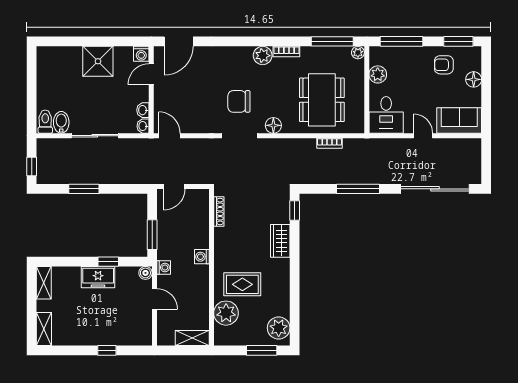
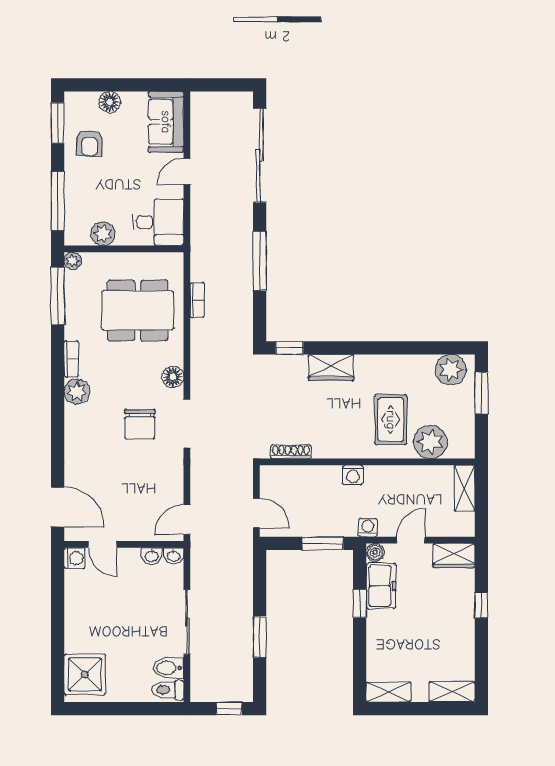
shower: (98, 61) -> (85, 674), moved
freezer: (98, 277) -> (381, 586), moved
wardrobe: (143, 330) -> (454, 555), added

